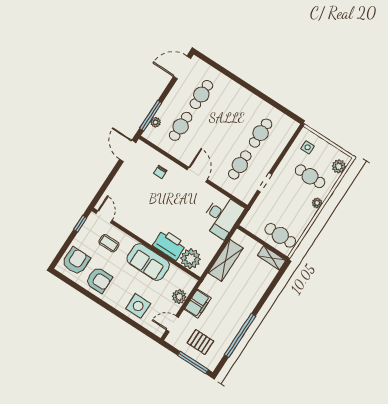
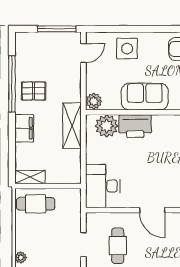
shelving: (226, 260) -> (72, 126), moved
plant: (179, 297) -> (94, 101), moved
filing cabinet: (198, 304) -> (24, 128), moved, turned 180
pallet: (200, 342) -> (34, 91), moved
window: (193, 362) -> (57, 29), moved

